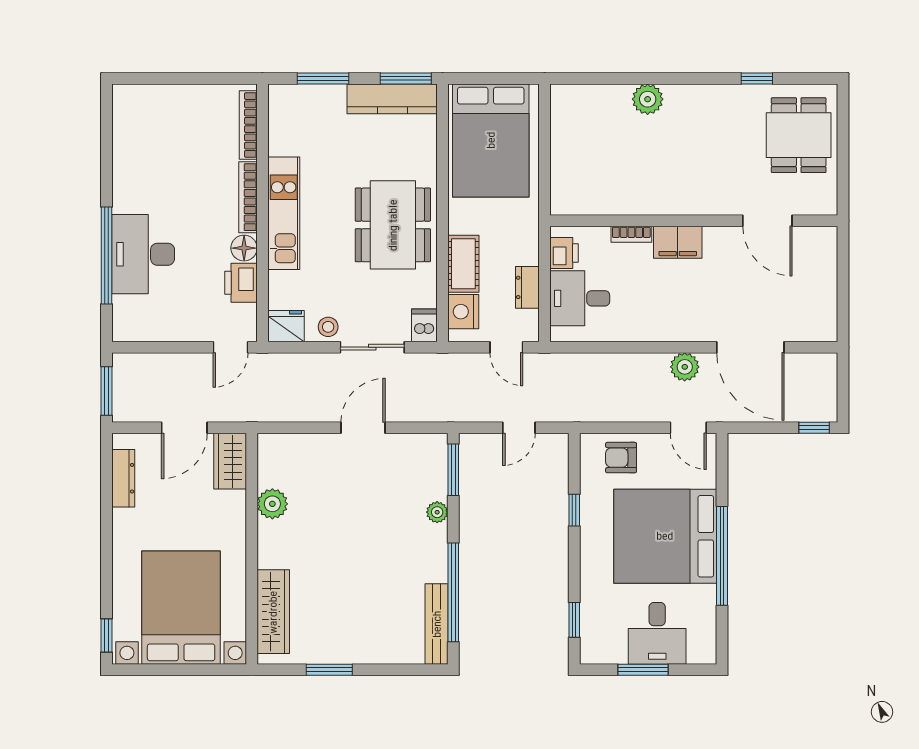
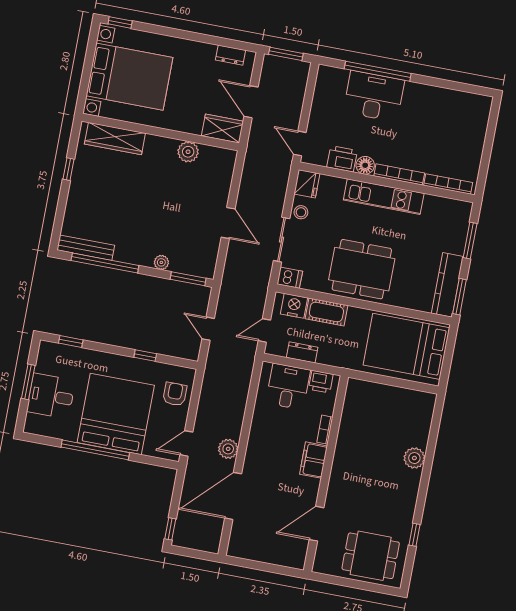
dresser: (123, 478) -> (231, 55), width x0.70
window: (329, 670) -> (68, 169), width x0.67

